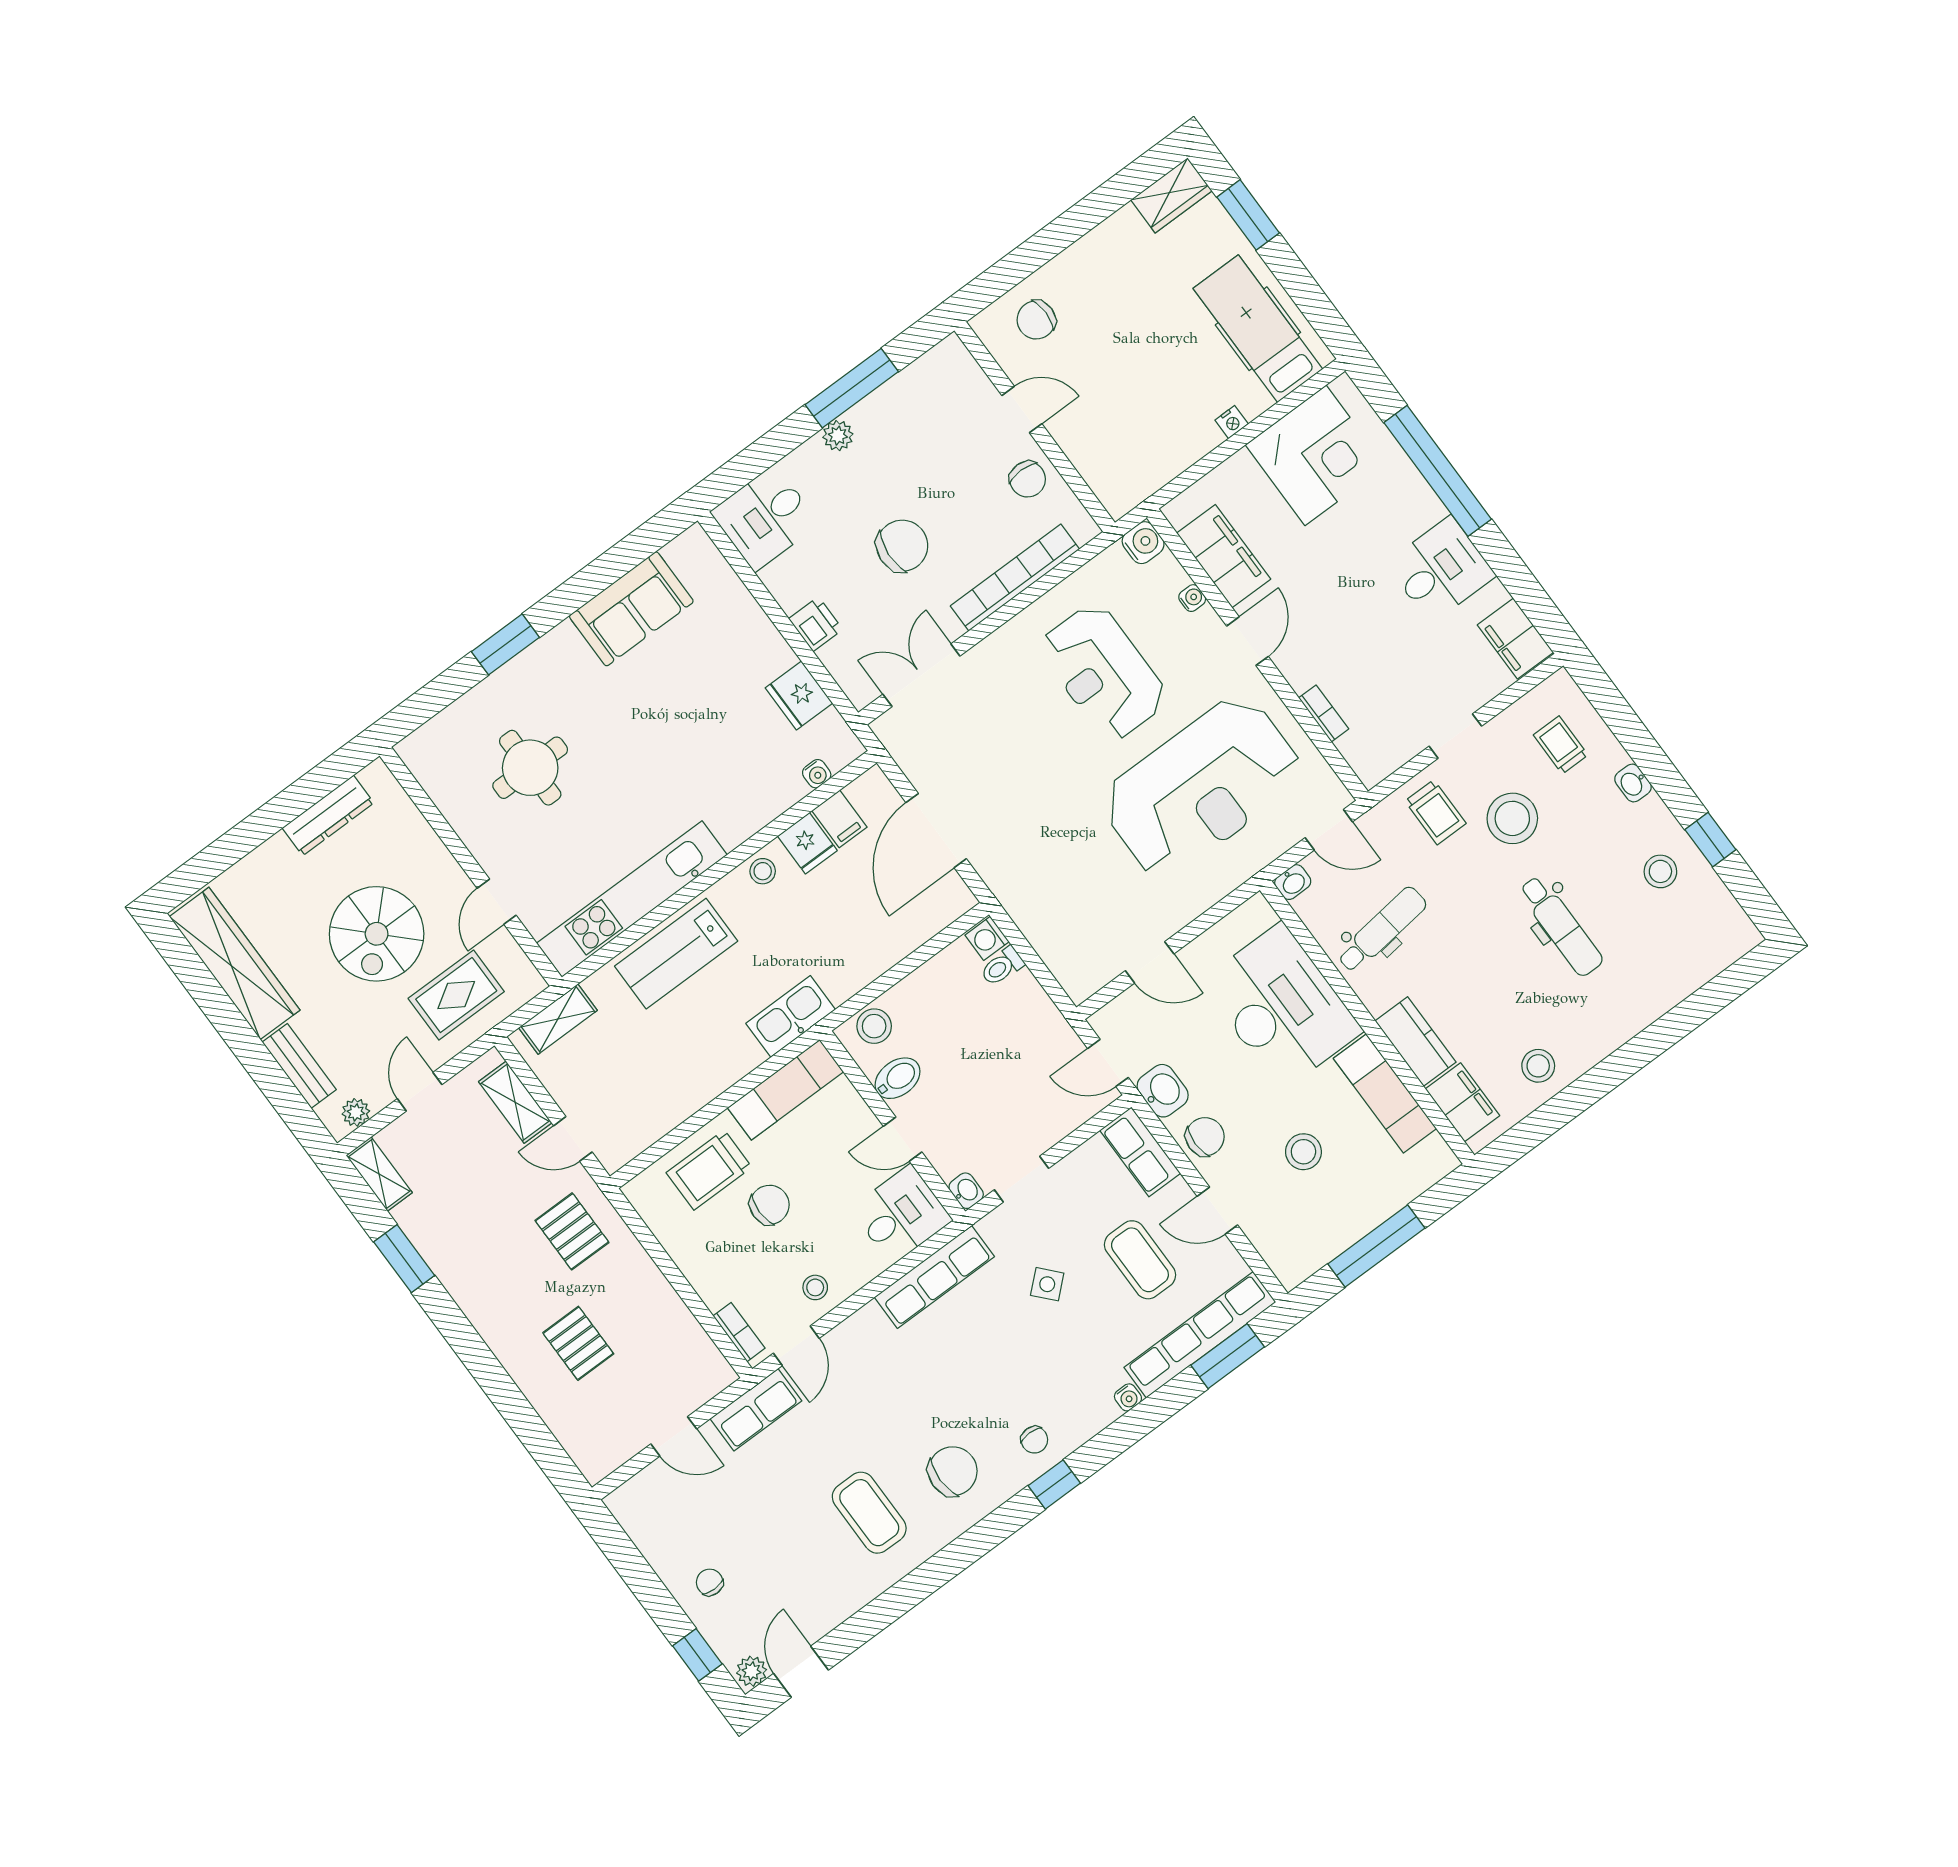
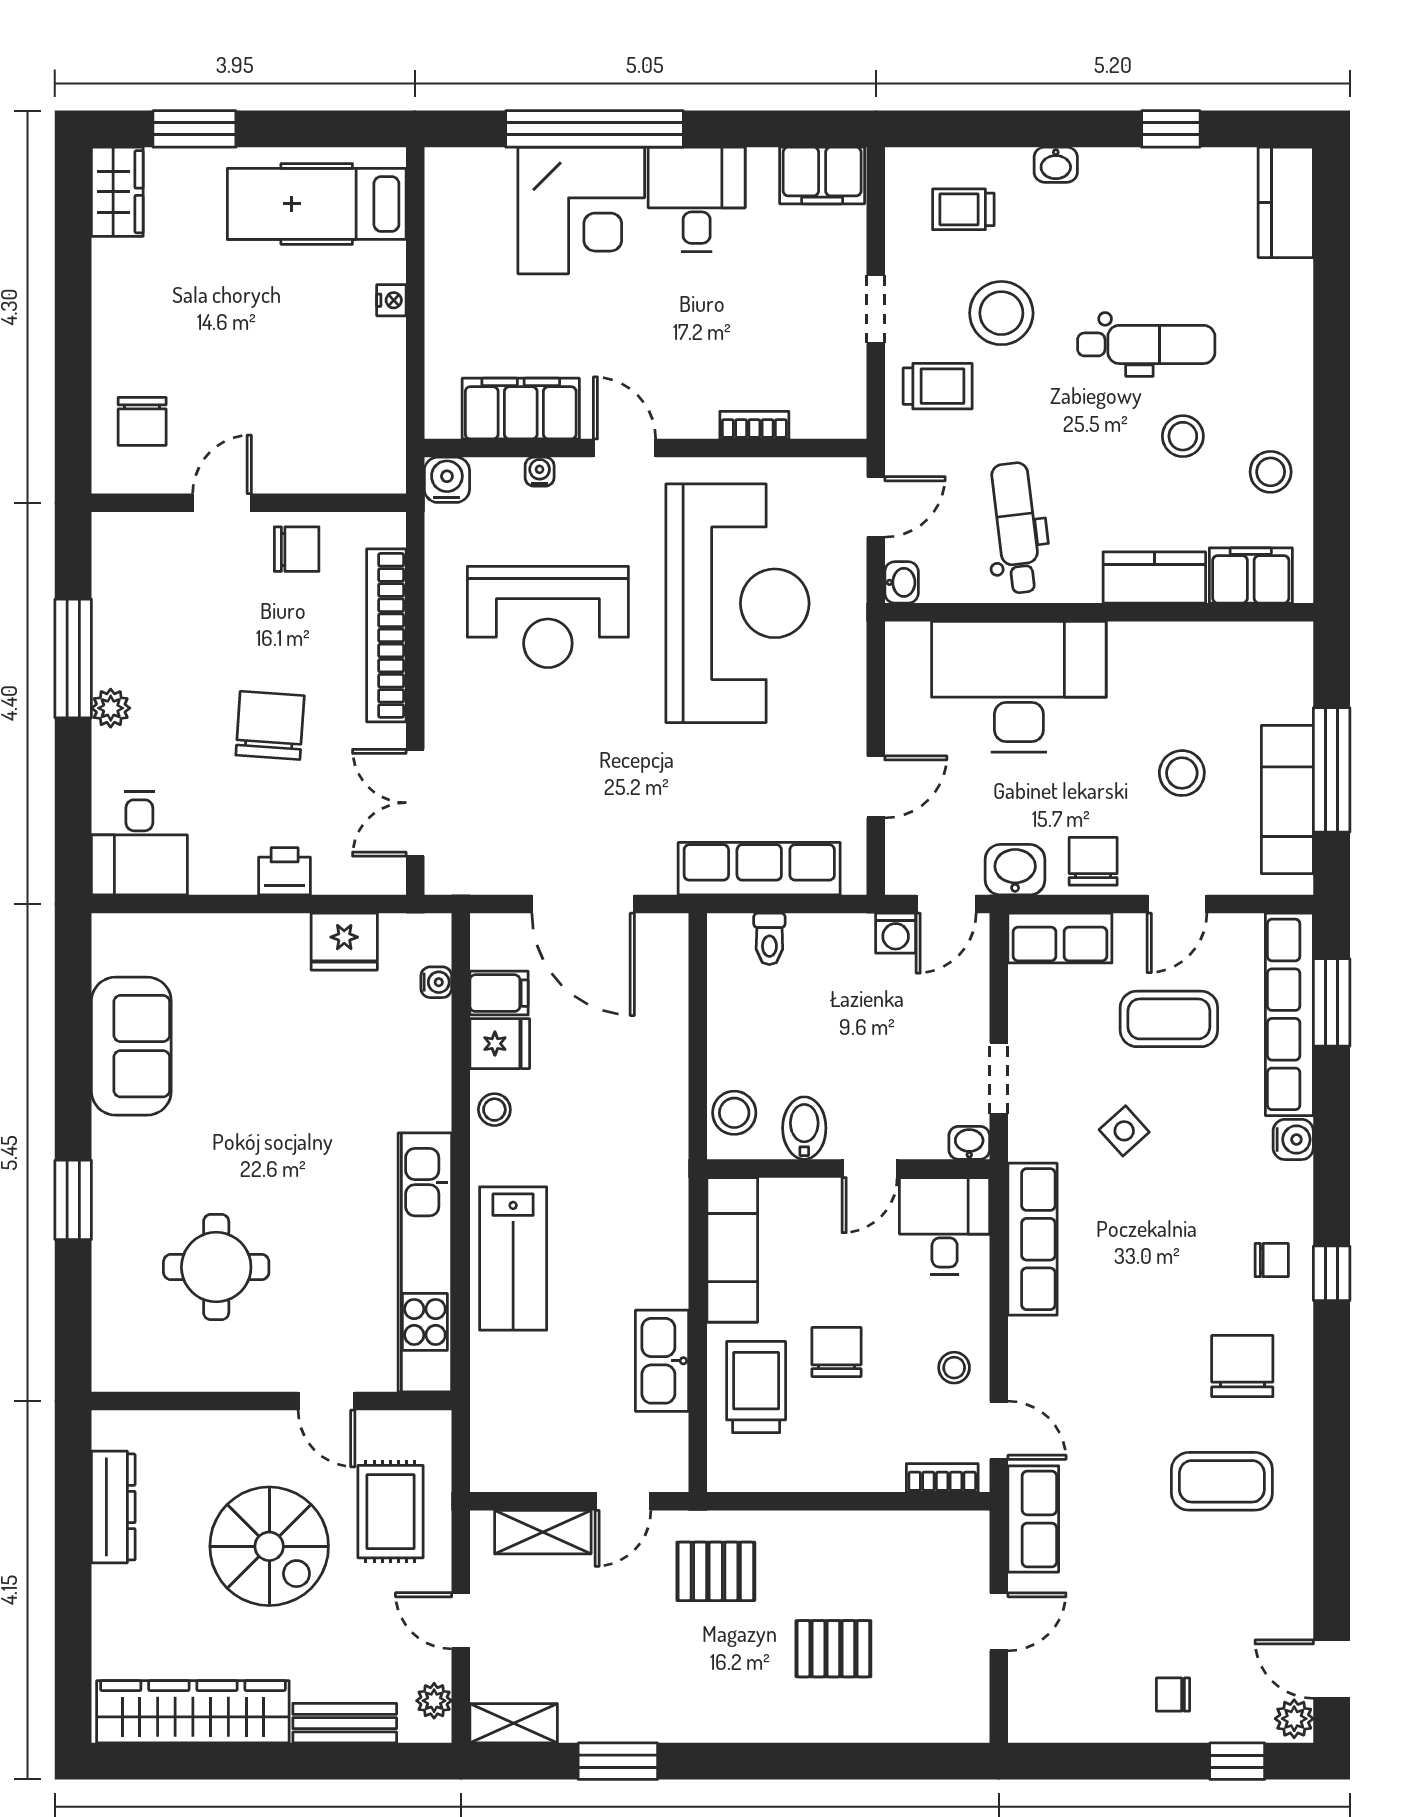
corner desk: (1316, 455) -> (581, 210), moved, turned 90
stool: (1660, 871) -> (1183, 436), moved
row of seats: (1042, 927) -> (759, 869), added
washing machine: (987, 938) -> (896, 933), moved
kitchen counter: (1718, 948) -> (1286, 202), added
kitchen sink: (791, 1016) -> (662, 1361), moved
shelving: (558, 1019) -> (491, 1427), removed
exam couch: (1385, 1094) -> (1287, 800), moved, turned 90
trolley: (709, 1170) -> (756, 1387), turned 180
water cooler: (1128, 1397) -> (1293, 1139), width x1.38, depth x1.38

